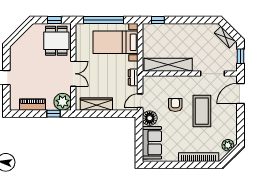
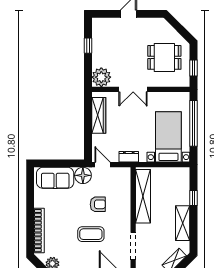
window: (158, 20) -> (194, 198), moved
shelving: (192, 30) -> (183, 223), added
dining table: (56, 41) -> (164, 57), moved
piano: (32, 105) -> (98, 43), removed
coffee table: (202, 111) -> (91, 234), width x0.73, depth x0.76
window: (53, 114) -> (88, 46), moved

